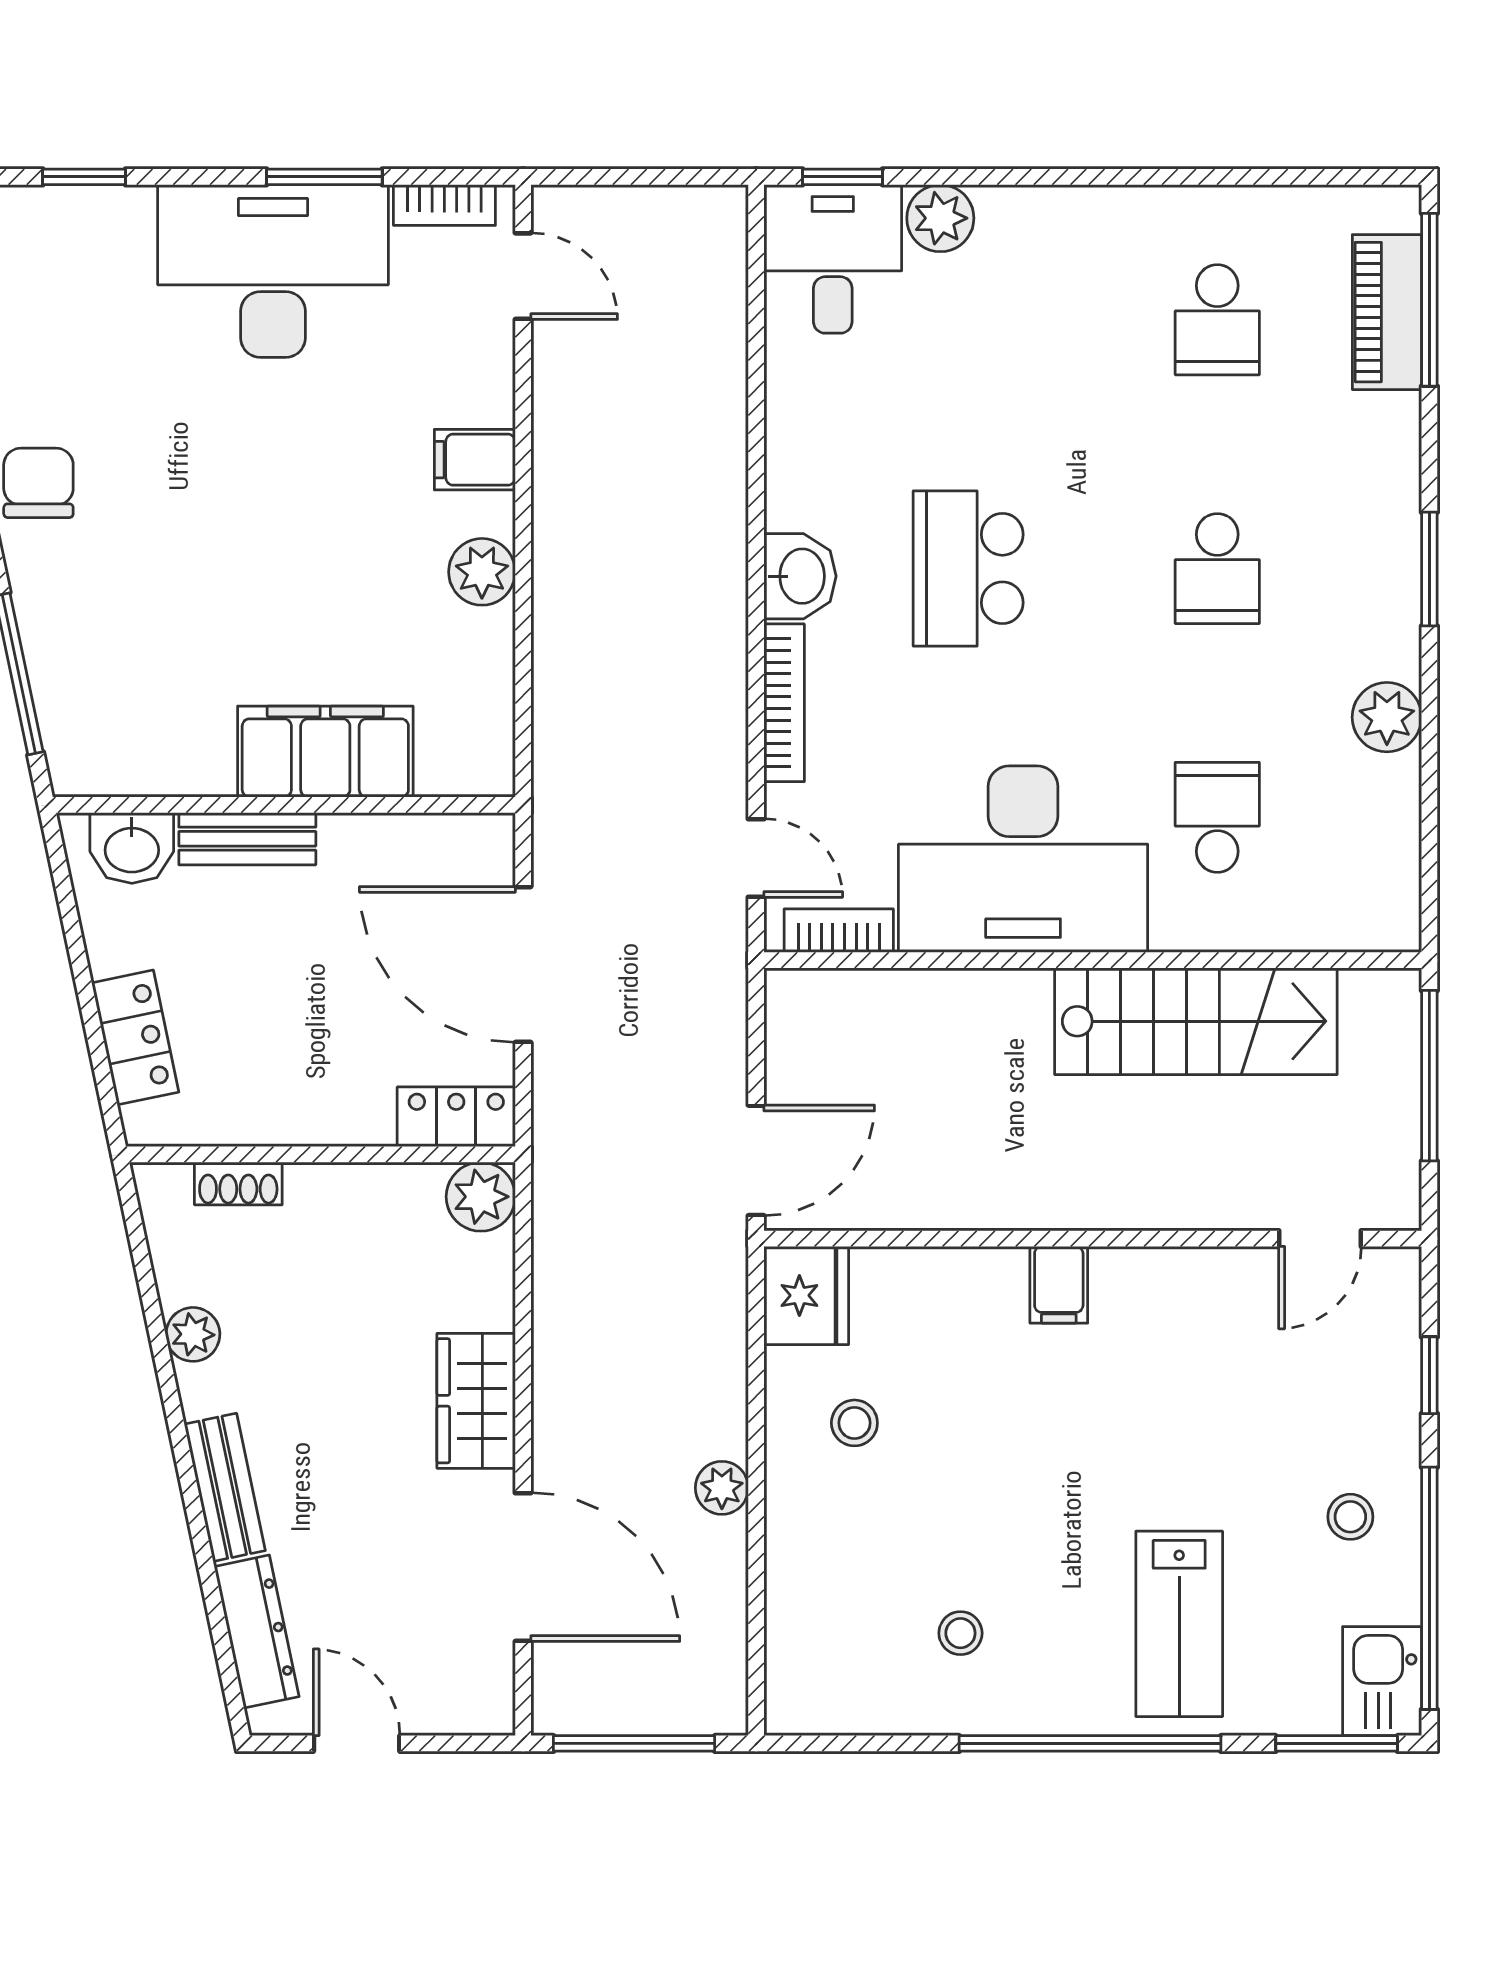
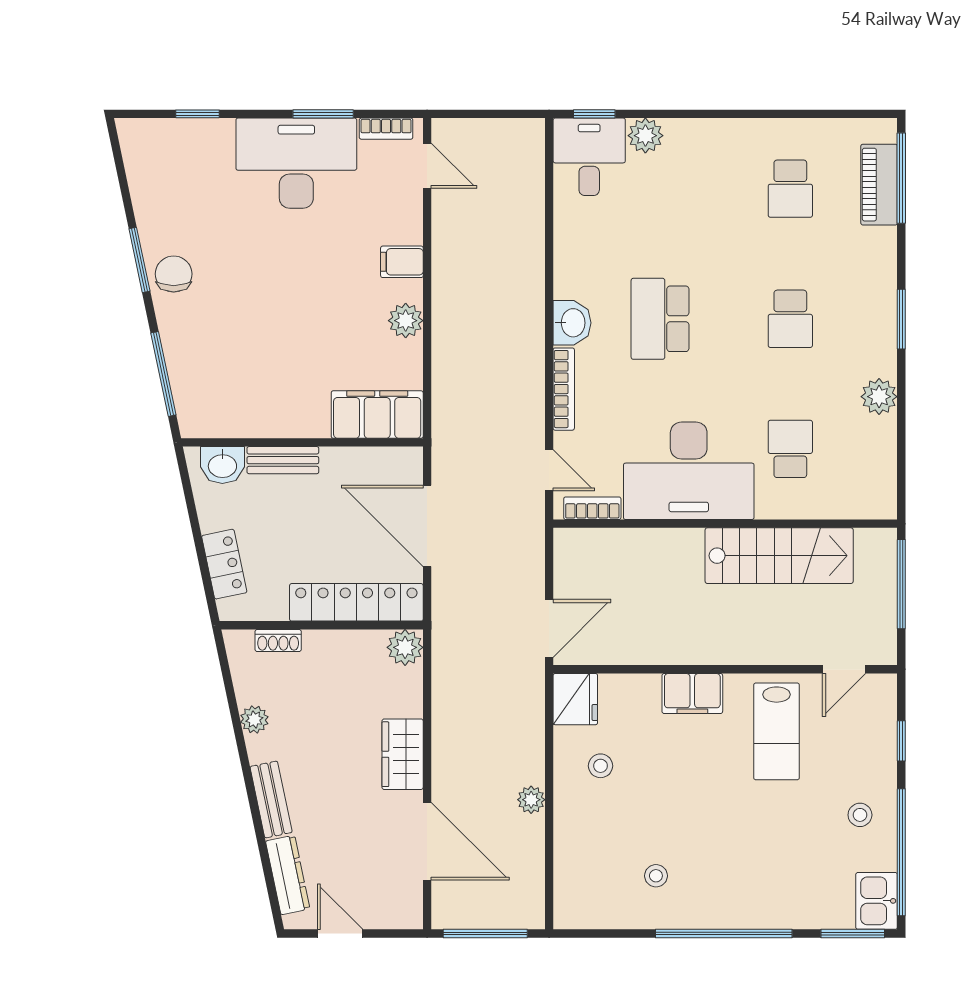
filing cabinet: (325, 752) -> (377, 415), moved
locker: (456, 1117) -> (356, 602), width x2.16, depth x1.21
filing cabinet: (1059, 1285) -> (692, 693), width x2.00
lab bench: (1179, 1624) -> (776, 731), moved

